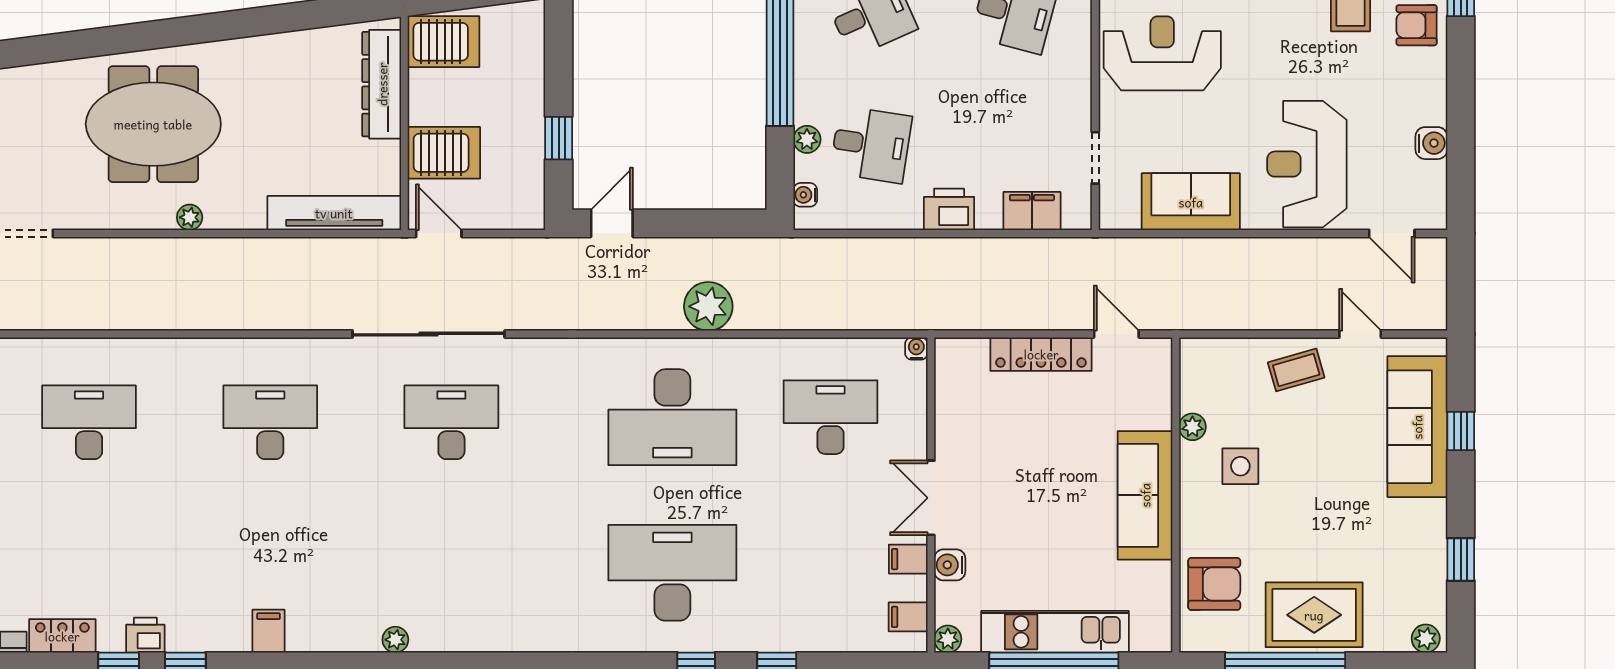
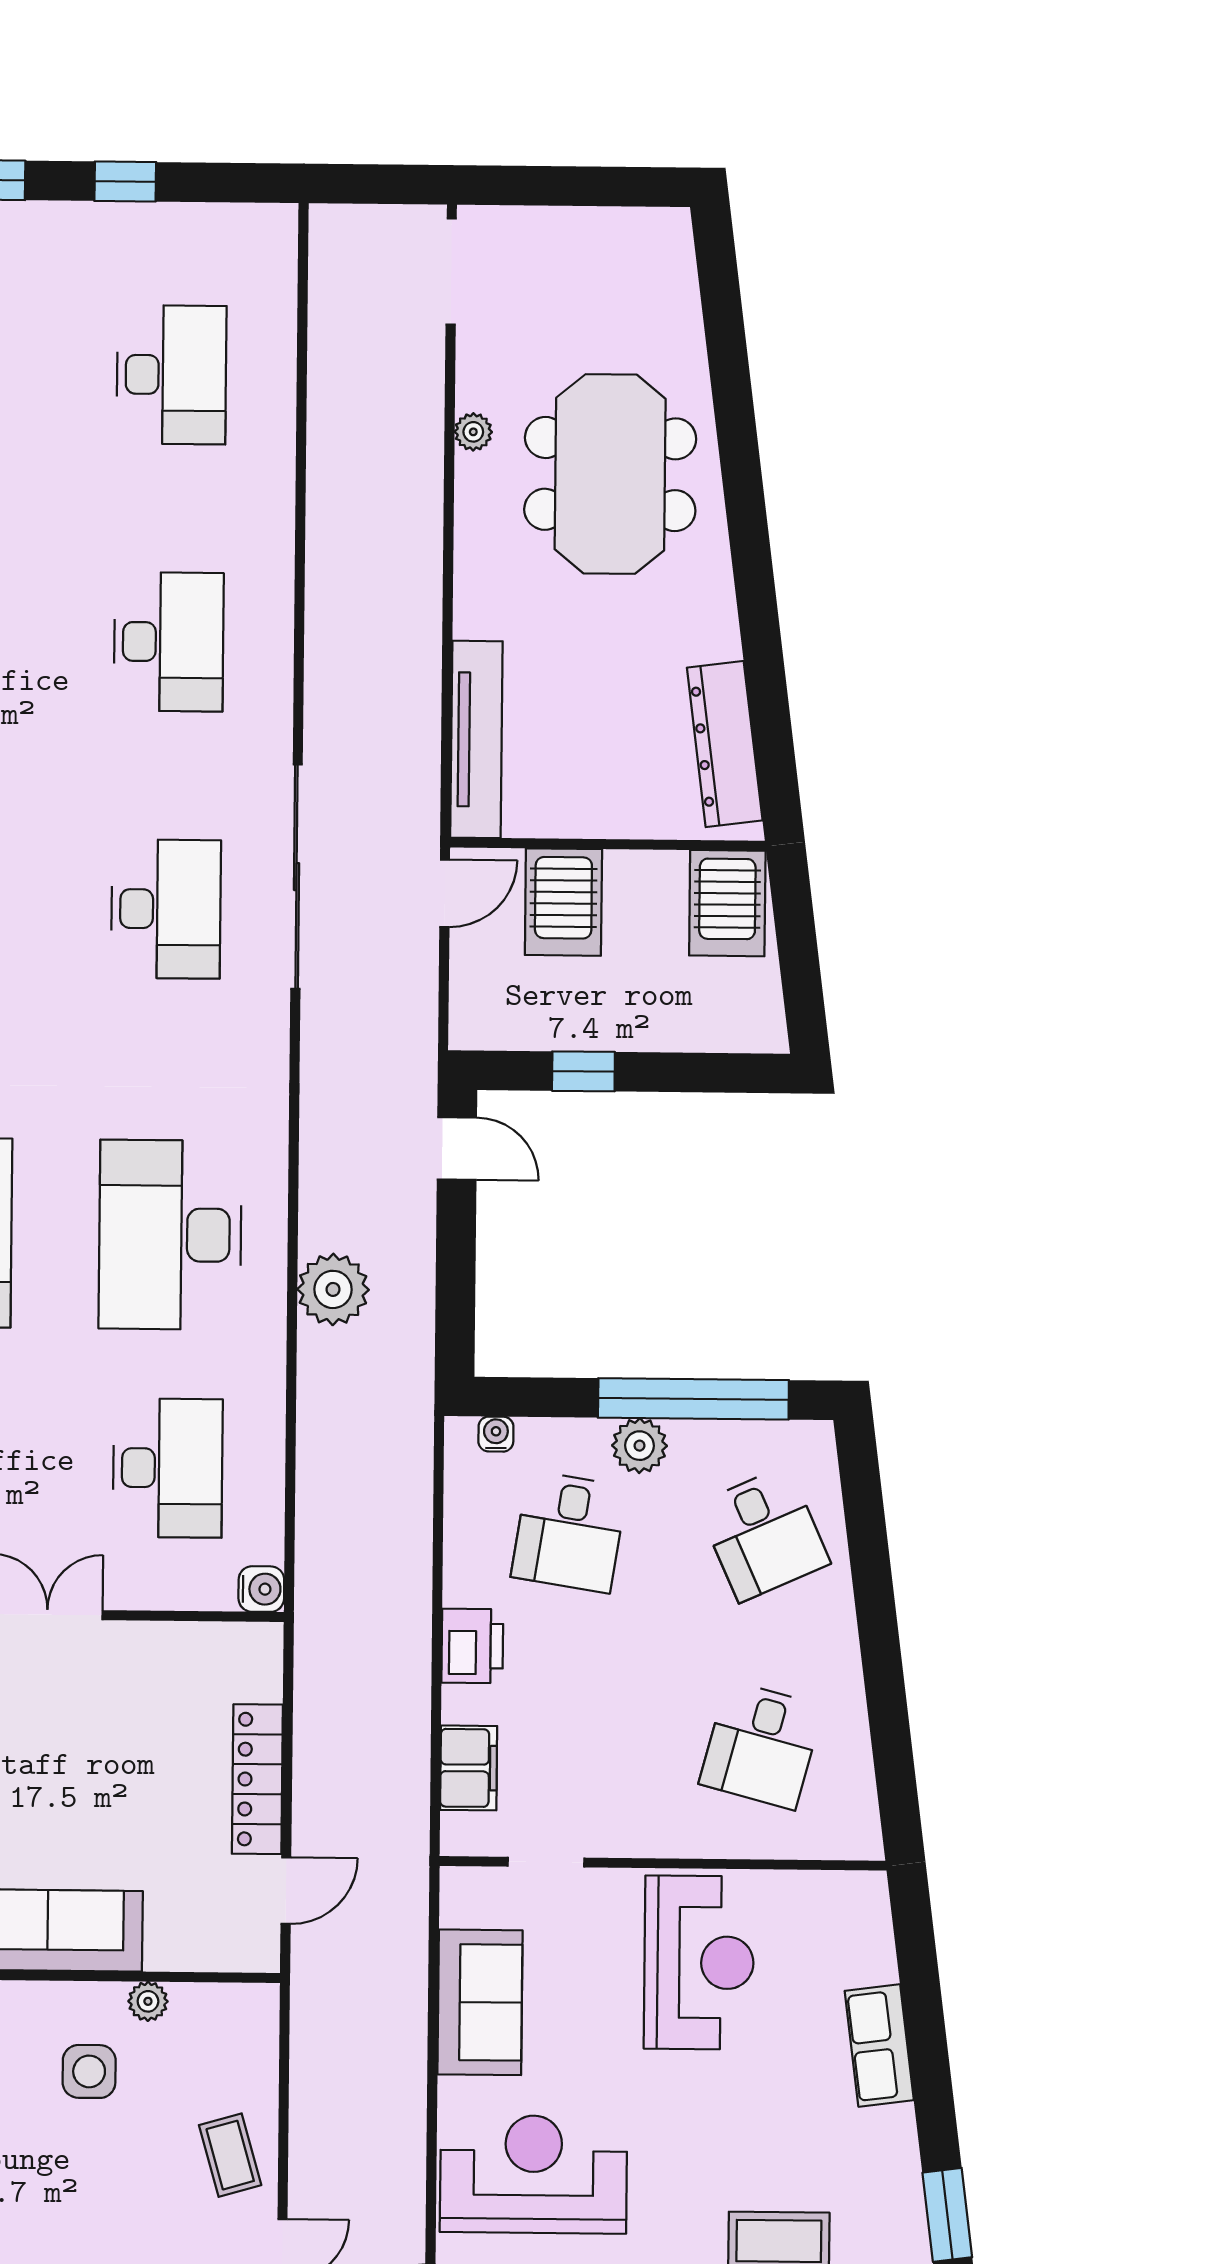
dresser: (382, 84) -> (725, 744), moved, turned -97
plant: (807, 139) -> (640, 1446), moved, width x1.38, depth x1.38
plant: (190, 217) -> (473, 432), moved
water cooler: (916, 349) -> (261, 1589), width x1.38, depth x1.38

